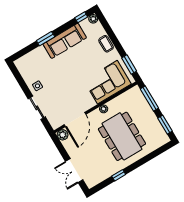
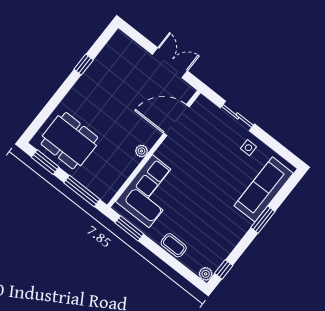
sofa: (65, 41) -> (264, 189), moved
door: (75, 120) -> (176, 120), hinge flipped
plant: (63, 135) -> (186, 91), removed
dining table: (122, 136) -> (69, 141), moved, width x0.73, depth x0.80
double door: (74, 171) -> (170, 63), moved

